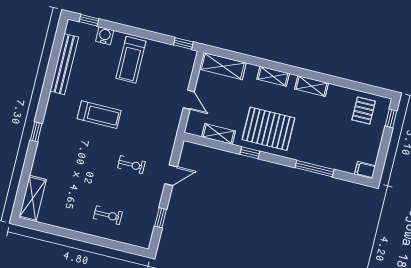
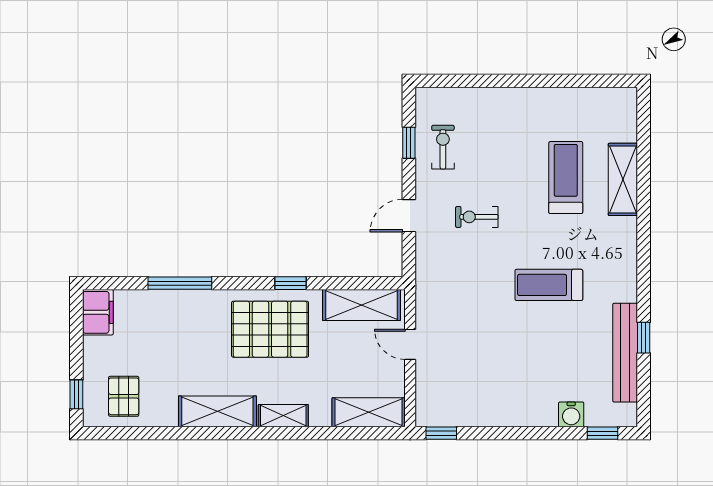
treadmill: (131, 60) -> (566, 178), moved
shelving: (312, 86) -> (217, 411), width x1.50, depth x1.33
window: (36, 132) -> (644, 338), moved
shelving: (219, 134) -> (361, 305), width x1.50, depth x1.33
filing cabinet: (365, 170) -> (98, 312), width x2.00
shelving: (33, 198) -> (623, 179), moved
exercise bike: (108, 215) -> (443, 147), moved, turned 90

